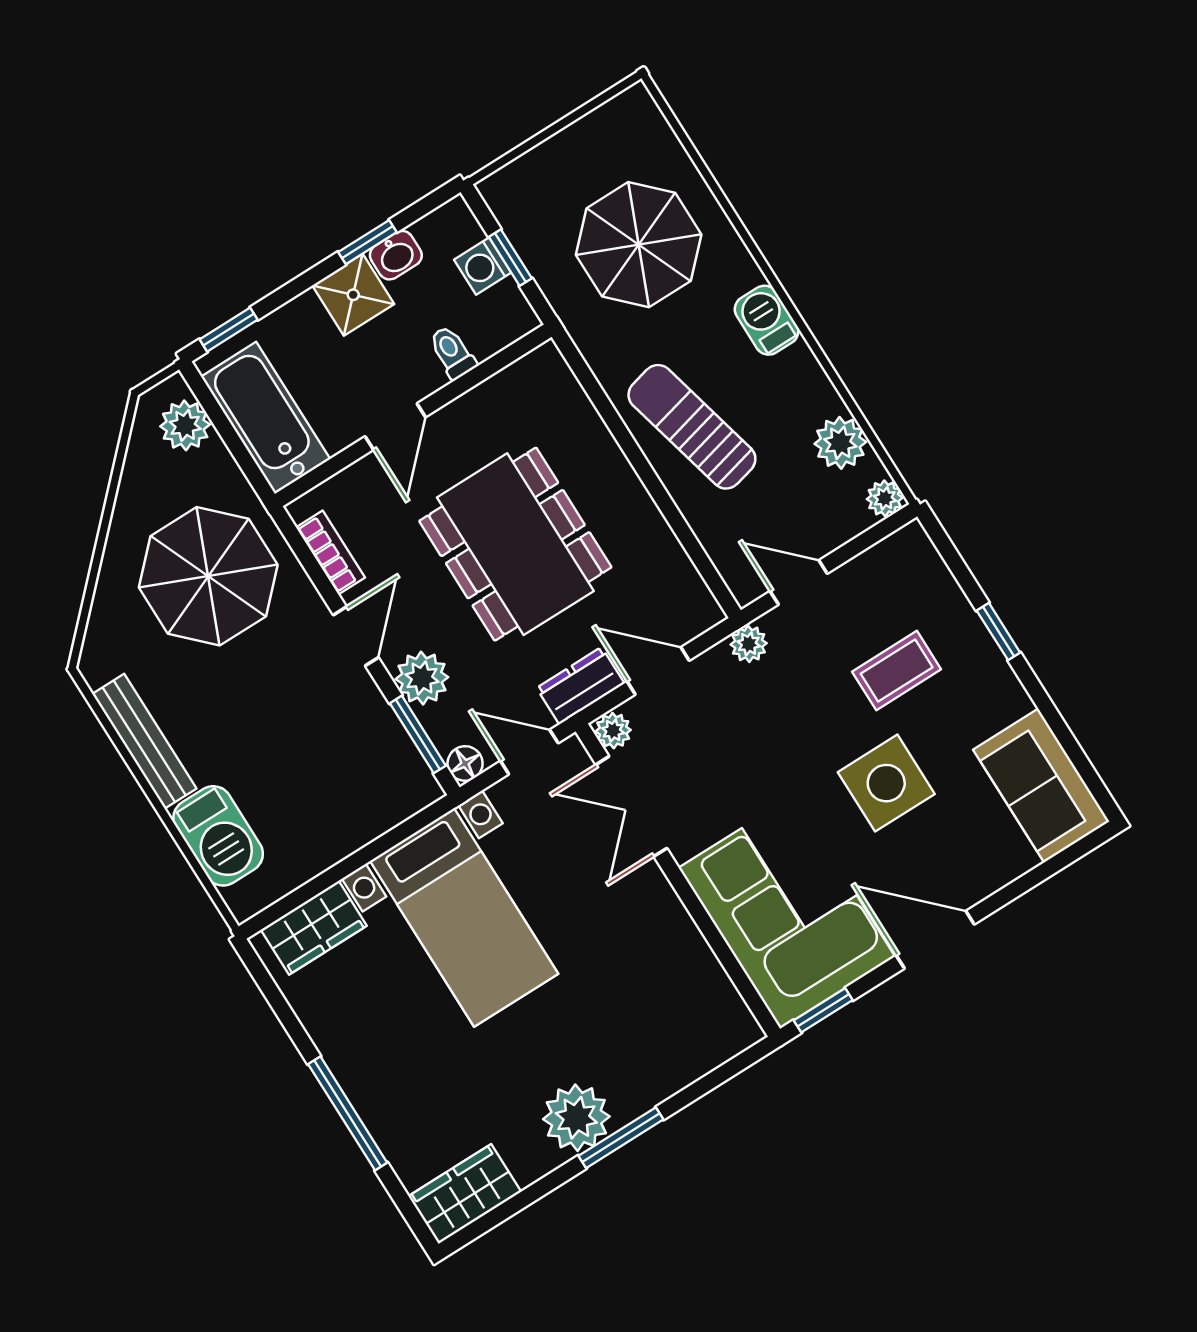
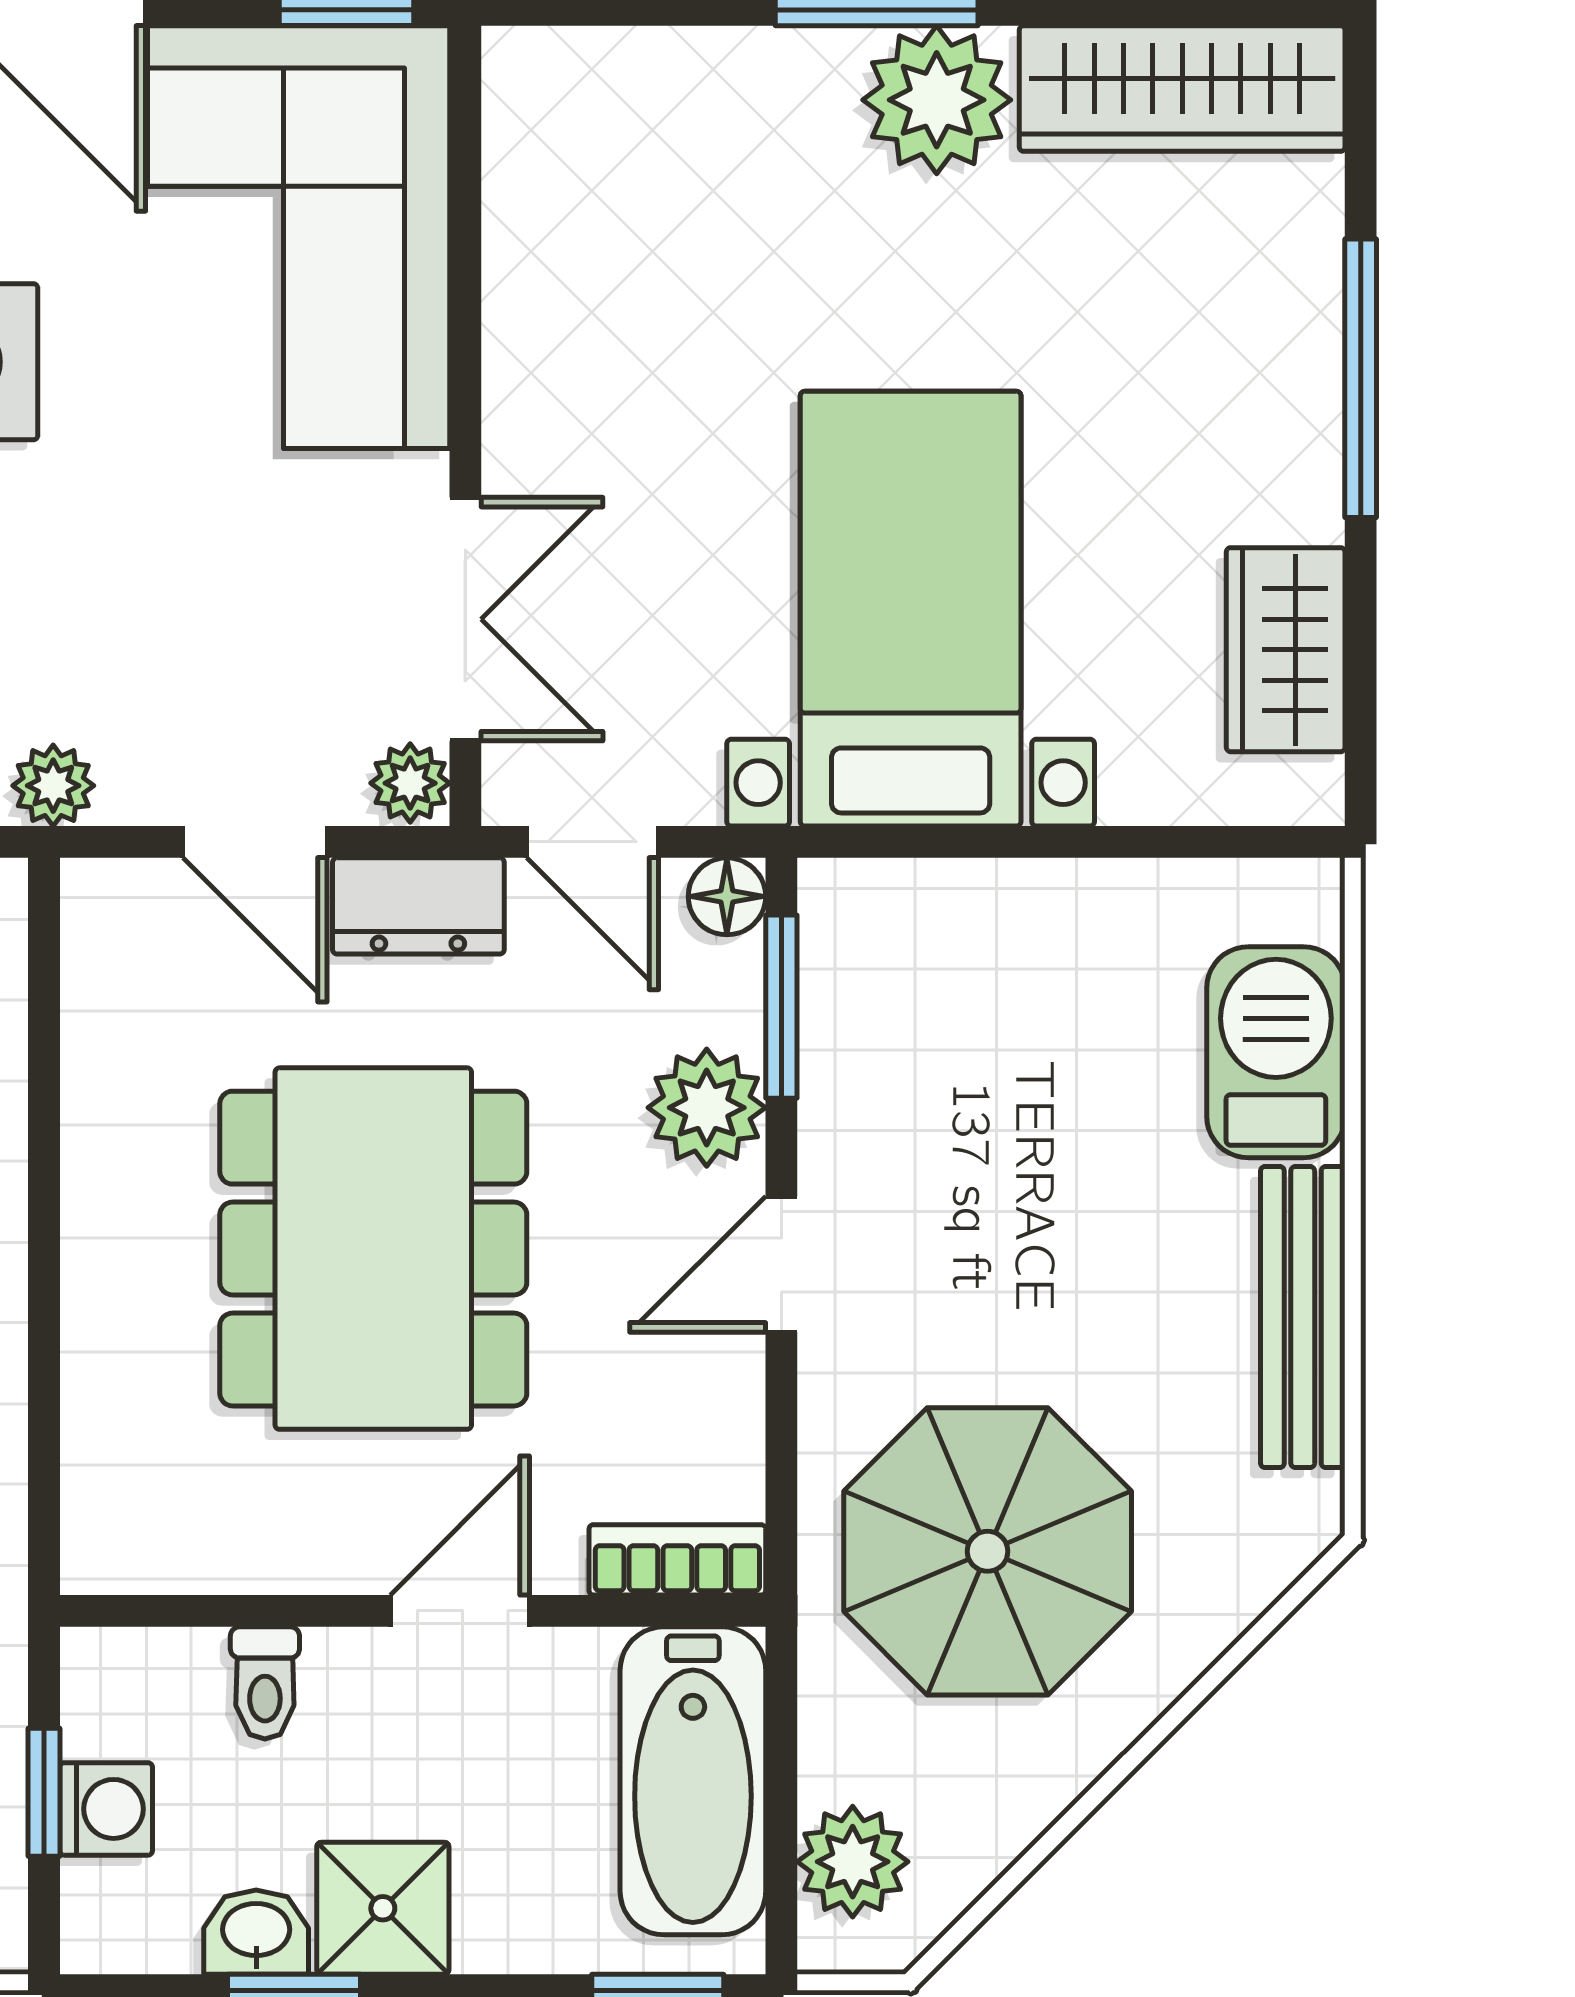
bookcase: (330, 553) -> (677, 1560), moved, turned 90
wardrobe: (314, 928) -> (1286, 650), moved, turned -90
wardrobe: (465, 1194) -> (1182, 89), width x1.50

